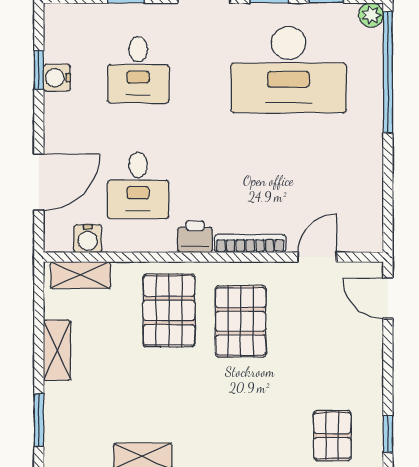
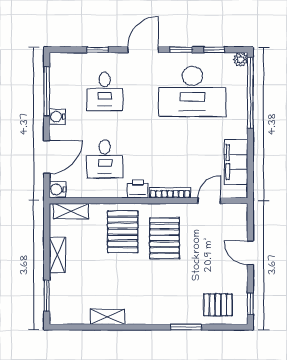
window: (39, 70) -> (47, 91), width x2.17
water cooler: (57, 78) -> (57, 117), moved
filing cabinet: (363, 191) -> (236, 162), added
water cooler: (88, 239) -> (58, 189), moved, turned 90
door: (388, 298) -> (250, 253), moved
pallet: (332, 436) -> (218, 305), turned 90

